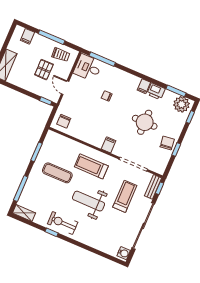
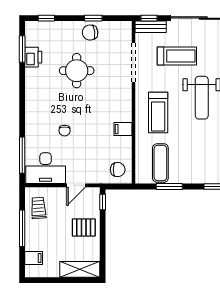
desk: (88, 68) -> (46, 168), width x1.37
pallet: (44, 70) -> (84, 227), moved
filing cabinet: (144, 86) -> (33, 90), removed
printer: (156, 91) -> (33, 57), moved
plant: (182, 104) -> (36, 35), removed
filing cabinet: (109, 145) -> (123, 129), moved
exercise mat: (57, 173) -> (160, 163), moved
treadmill: (125, 196) -> (177, 56), turned 180

